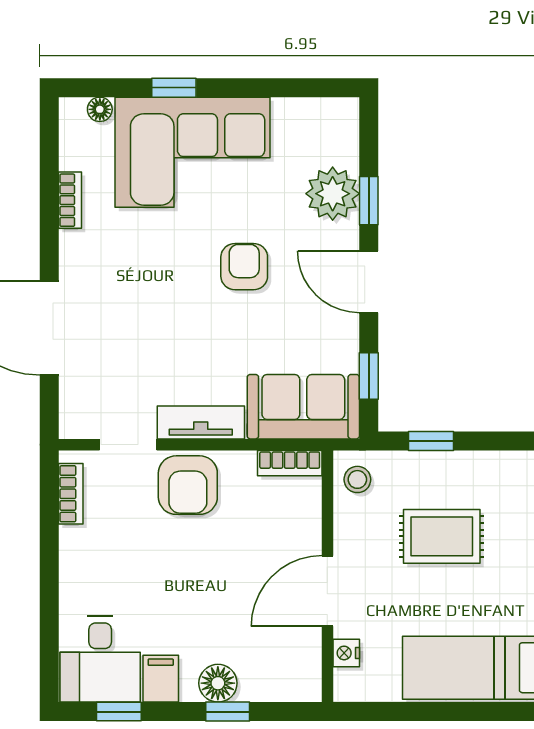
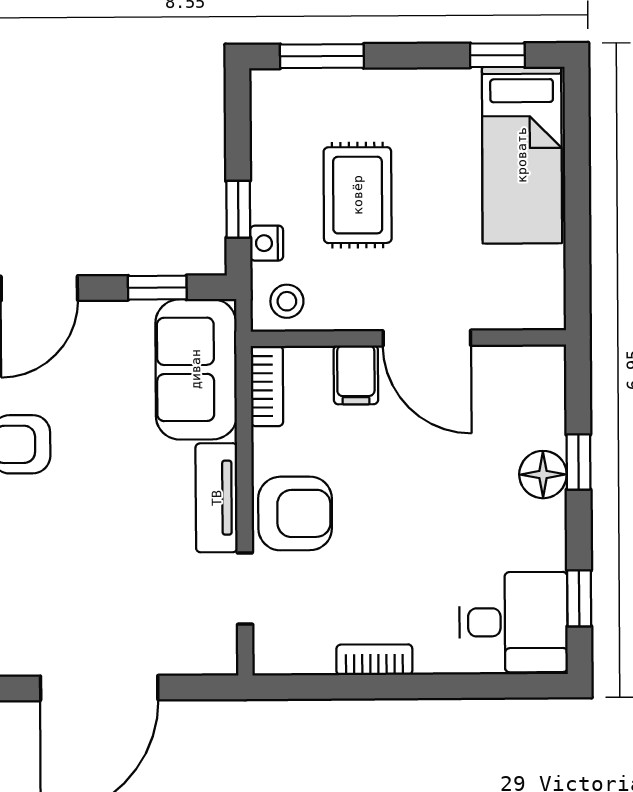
bookcase: (71, 494) -> (374, 660), moved
nightstand: (346, 653) -> (267, 243), moved, turned 90
filing cabinet: (161, 679) -> (356, 375), moved, turned -90

